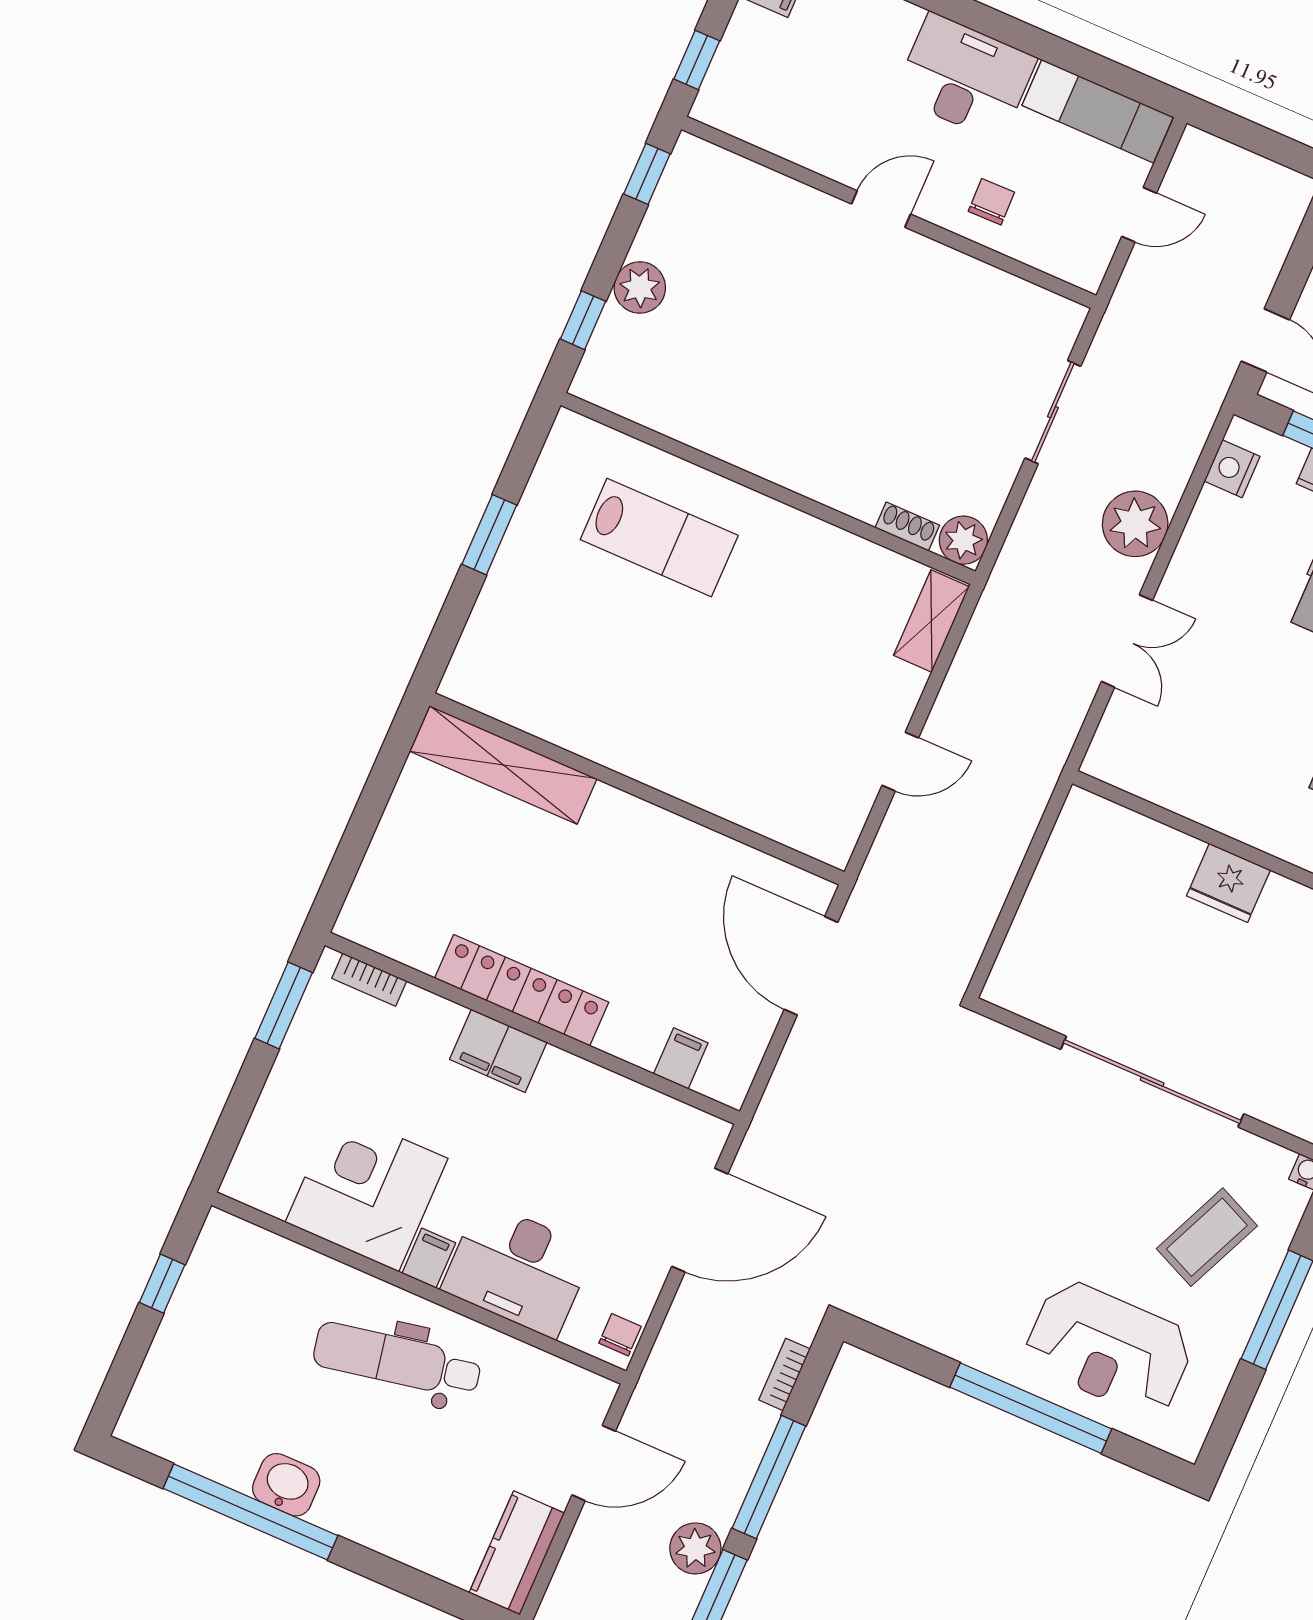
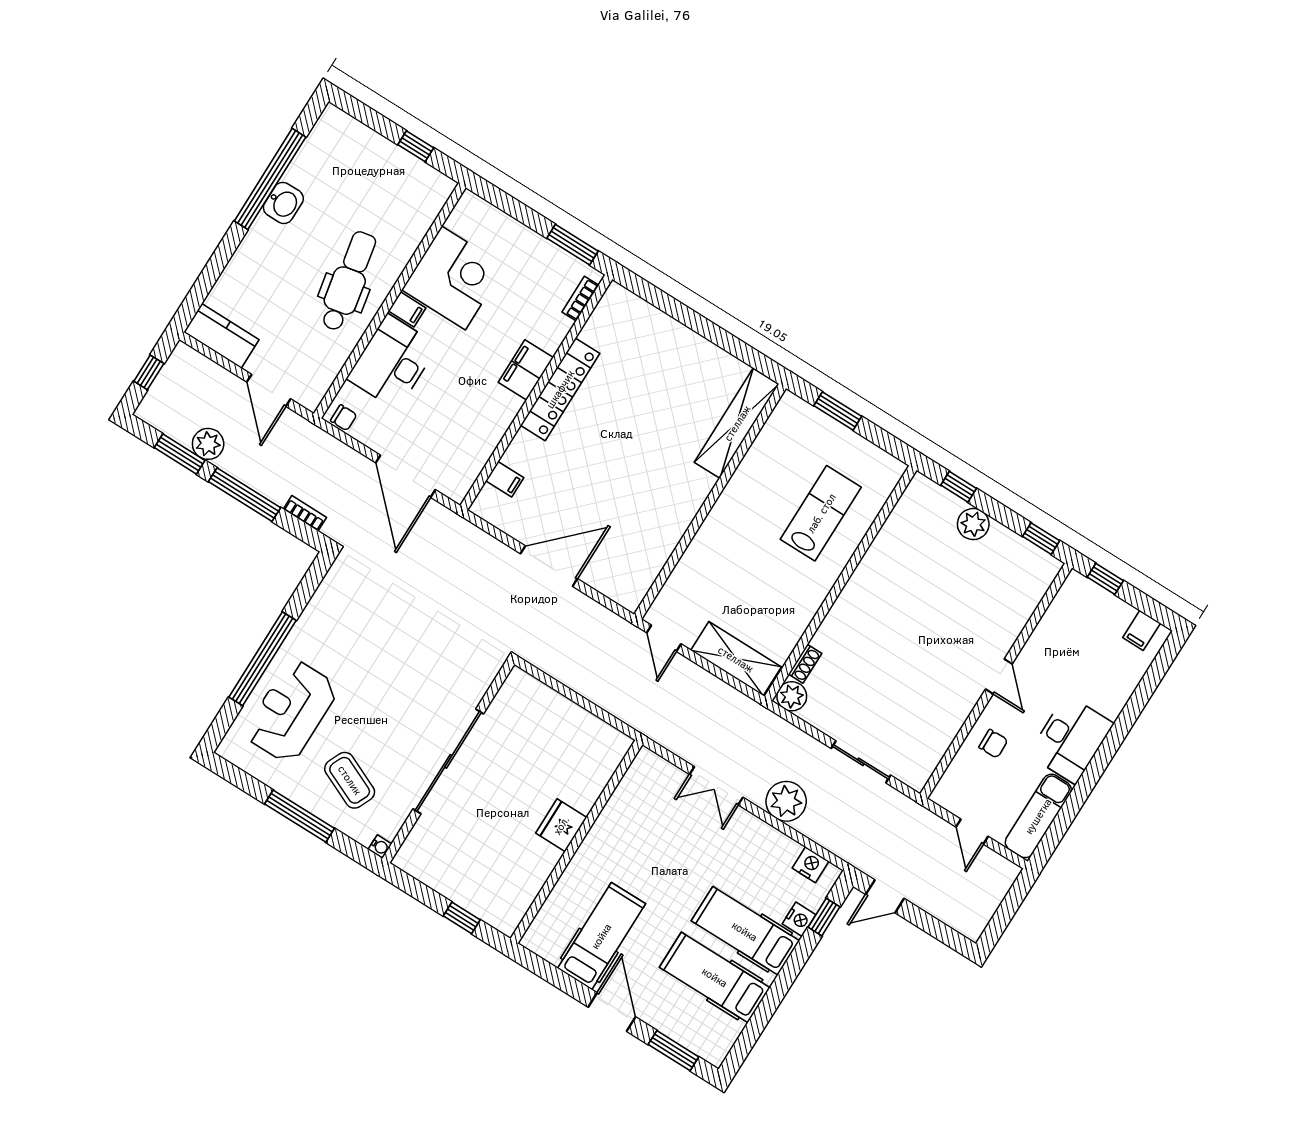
lab bench: (659, 537) -> (821, 513), turned 180
shelving: (931, 621) -> (736, 659), width x1.50, depth x1.33
shelving: (504, 765) -> (737, 423), moved
wall: (637, 789) -> (710, 502), moved

